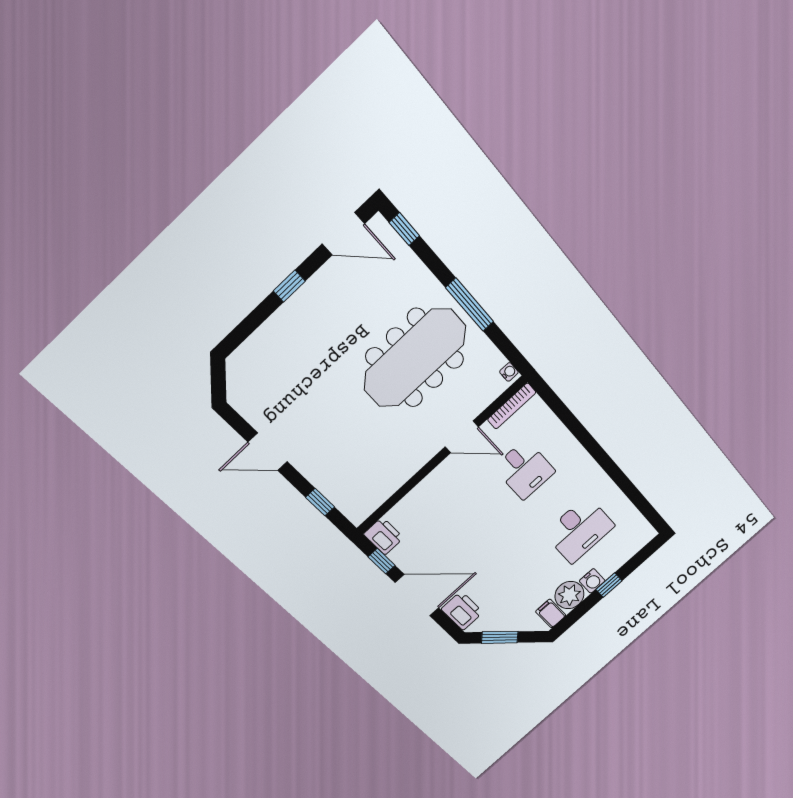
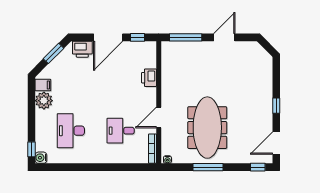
window: (320, 502) -> (186, 37), width x2.17
printer: (384, 536) -> (149, 78), moved, turned 90
water cooler: (592, 581) -> (41, 158), moved
window: (609, 585) -> (31, 149), moved

